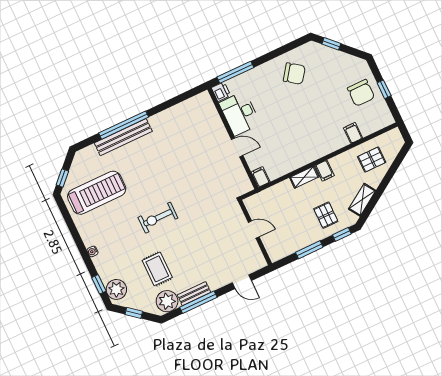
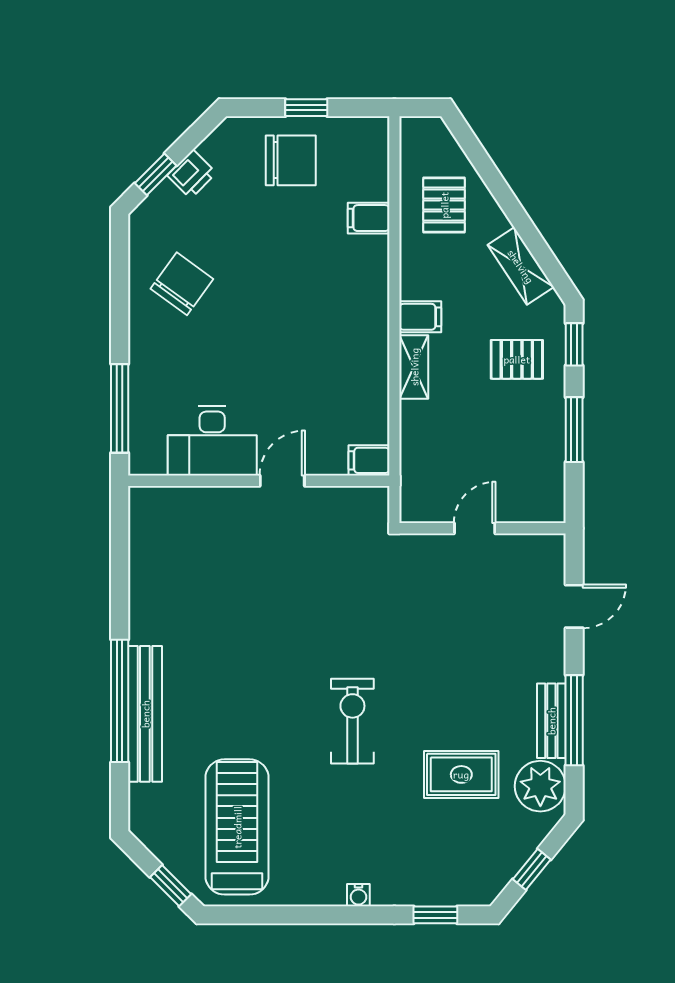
printer: (221, 92) -> (192, 174), moved, turned 135
exercise bike: (158, 218) -> (352, 721), turned 180
plant: (116, 289) -> (464, 883), removed

